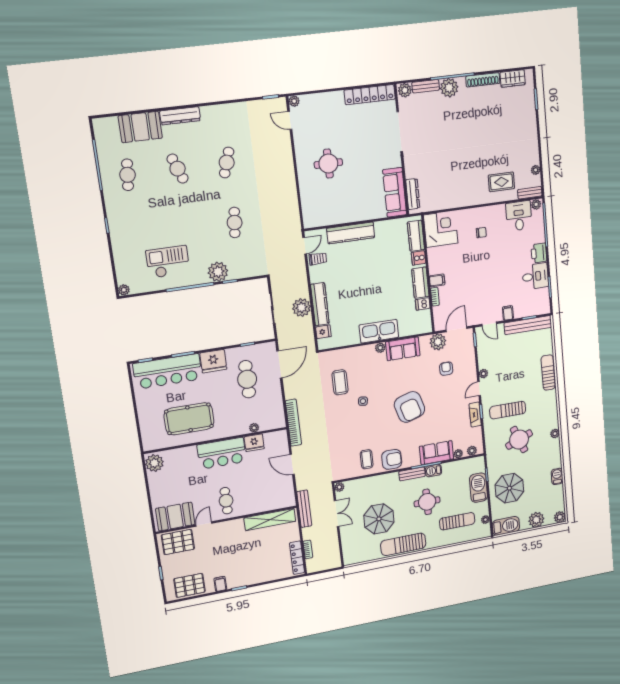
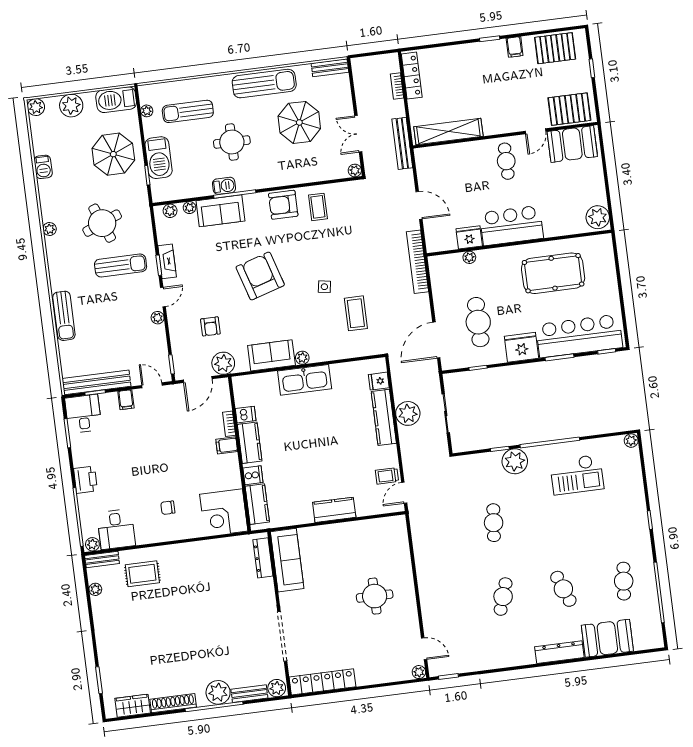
kitchen counter: (351, 233) -> (334, 510), width x0.67
desk: (535, 276) -> (83, 414), moved, turned 90
bench: (412, 474) -> (330, 68), moved

